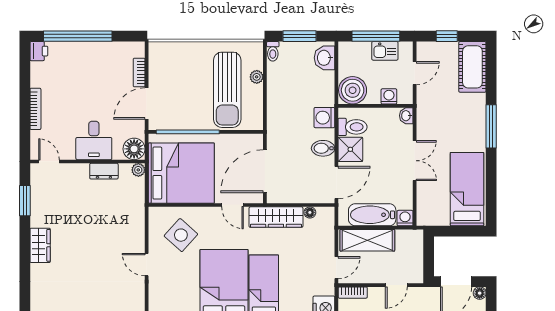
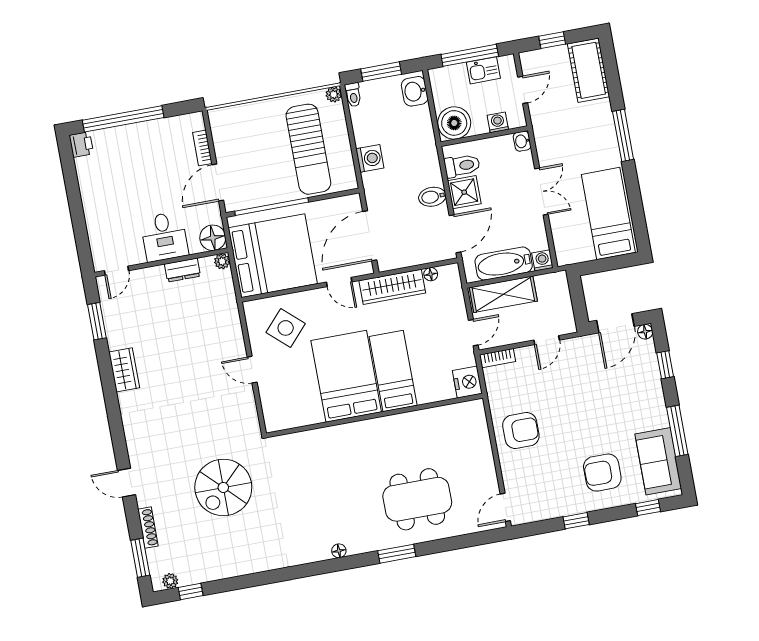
plant: (257, 77) -> (334, 95), moved
bookcase: (35, 109) -> (90, 212), removed
washing machine: (324, 118) -> (370, 158), moved, turned 180
door: (49, 161) -> (116, 271), swing flipped

